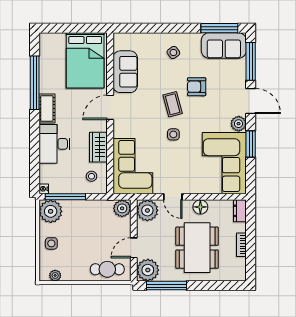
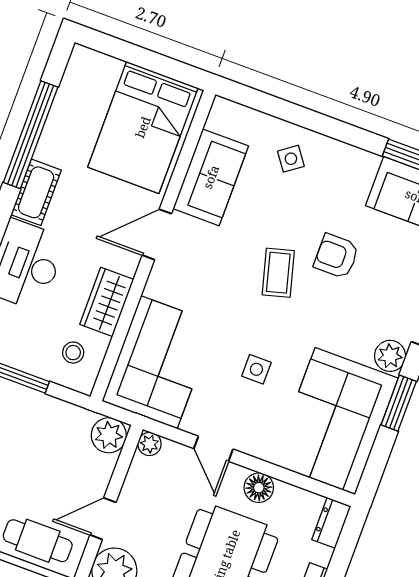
side table: (173, 52) -> (291, 159), moved
side table: (173, 134) -> (256, 369), moved
plant: (147, 210) -> (149, 444), width x0.53, depth x0.53

